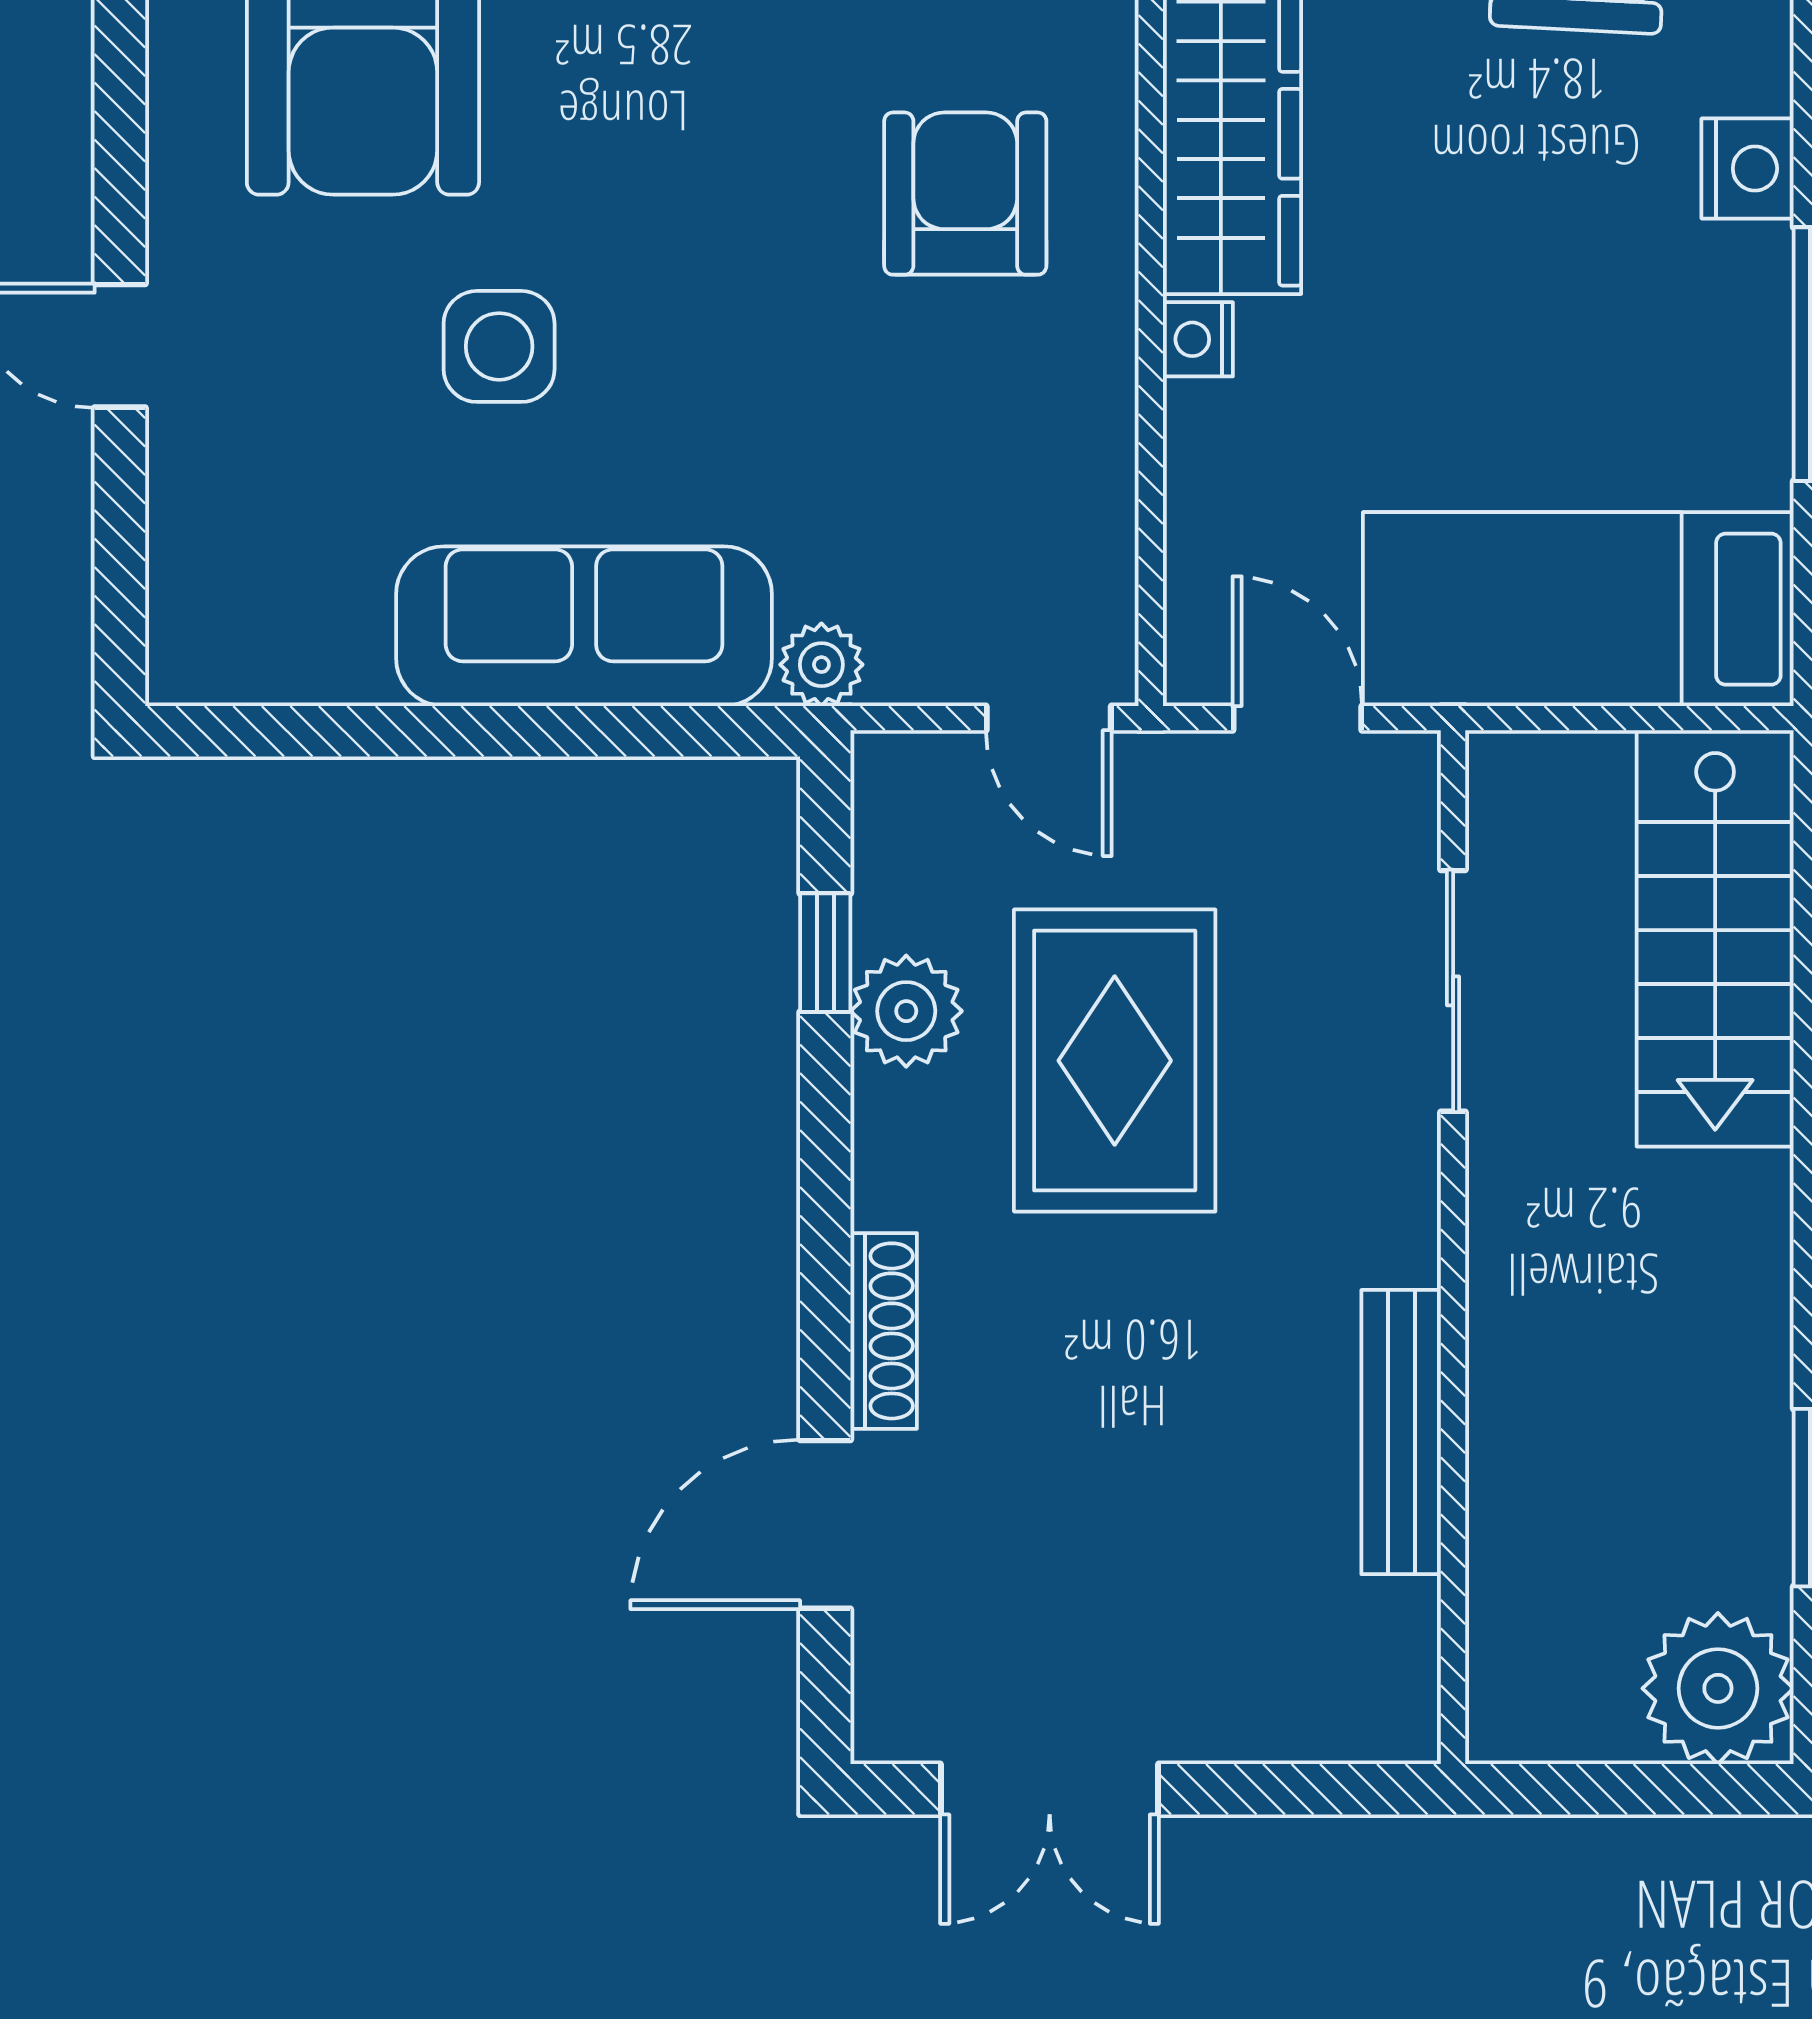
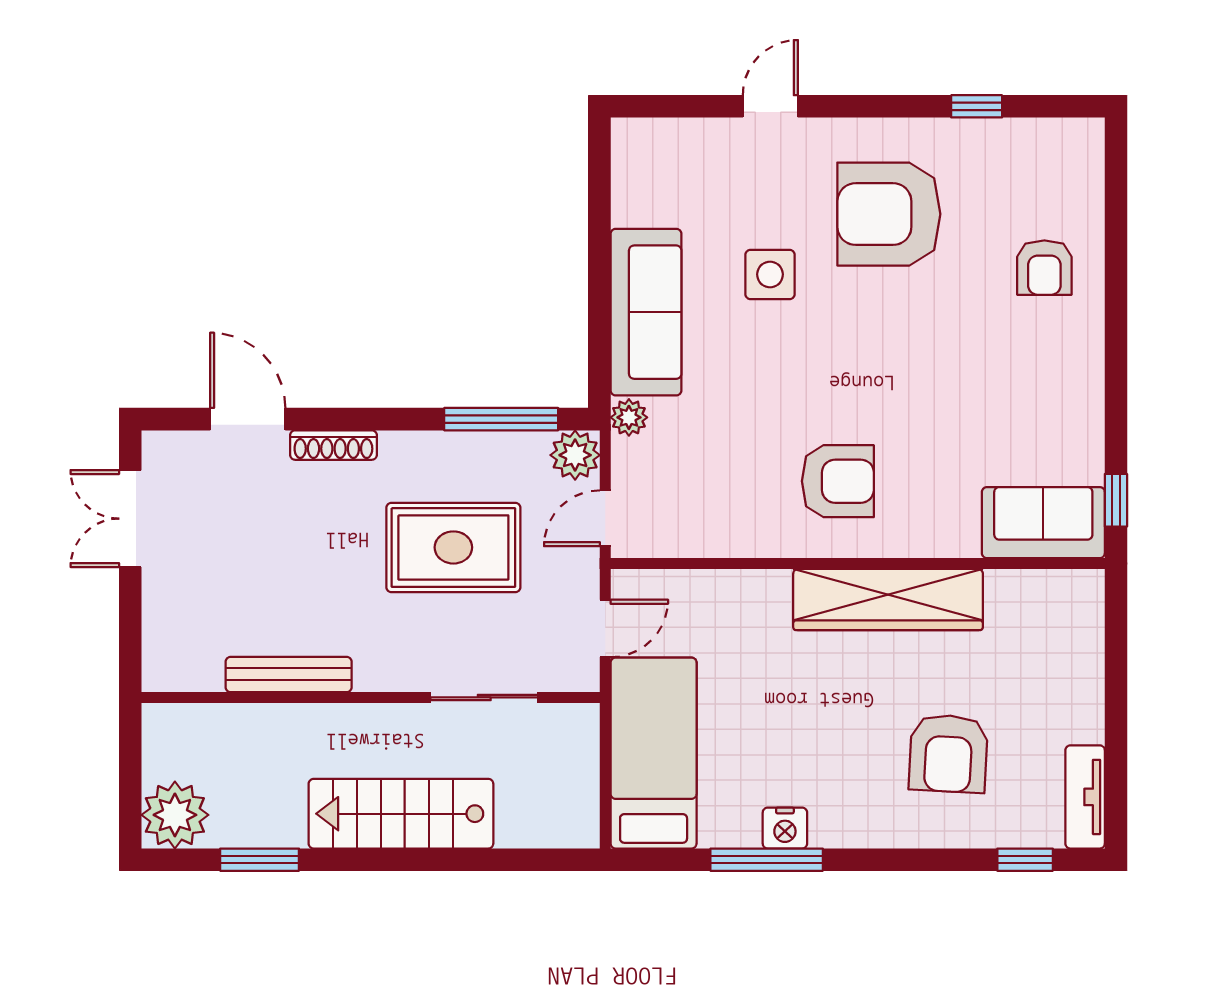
nightstand: (1748, 169) -> (785, 828), moved
nightstand: (1198, 339) -> (773, 584), removed
stairs: (1715, 938) -> (401, 814), moved
window: (825, 953) -> (501, 419), width x2.17
plant: (906, 1011) -> (575, 455), moved

